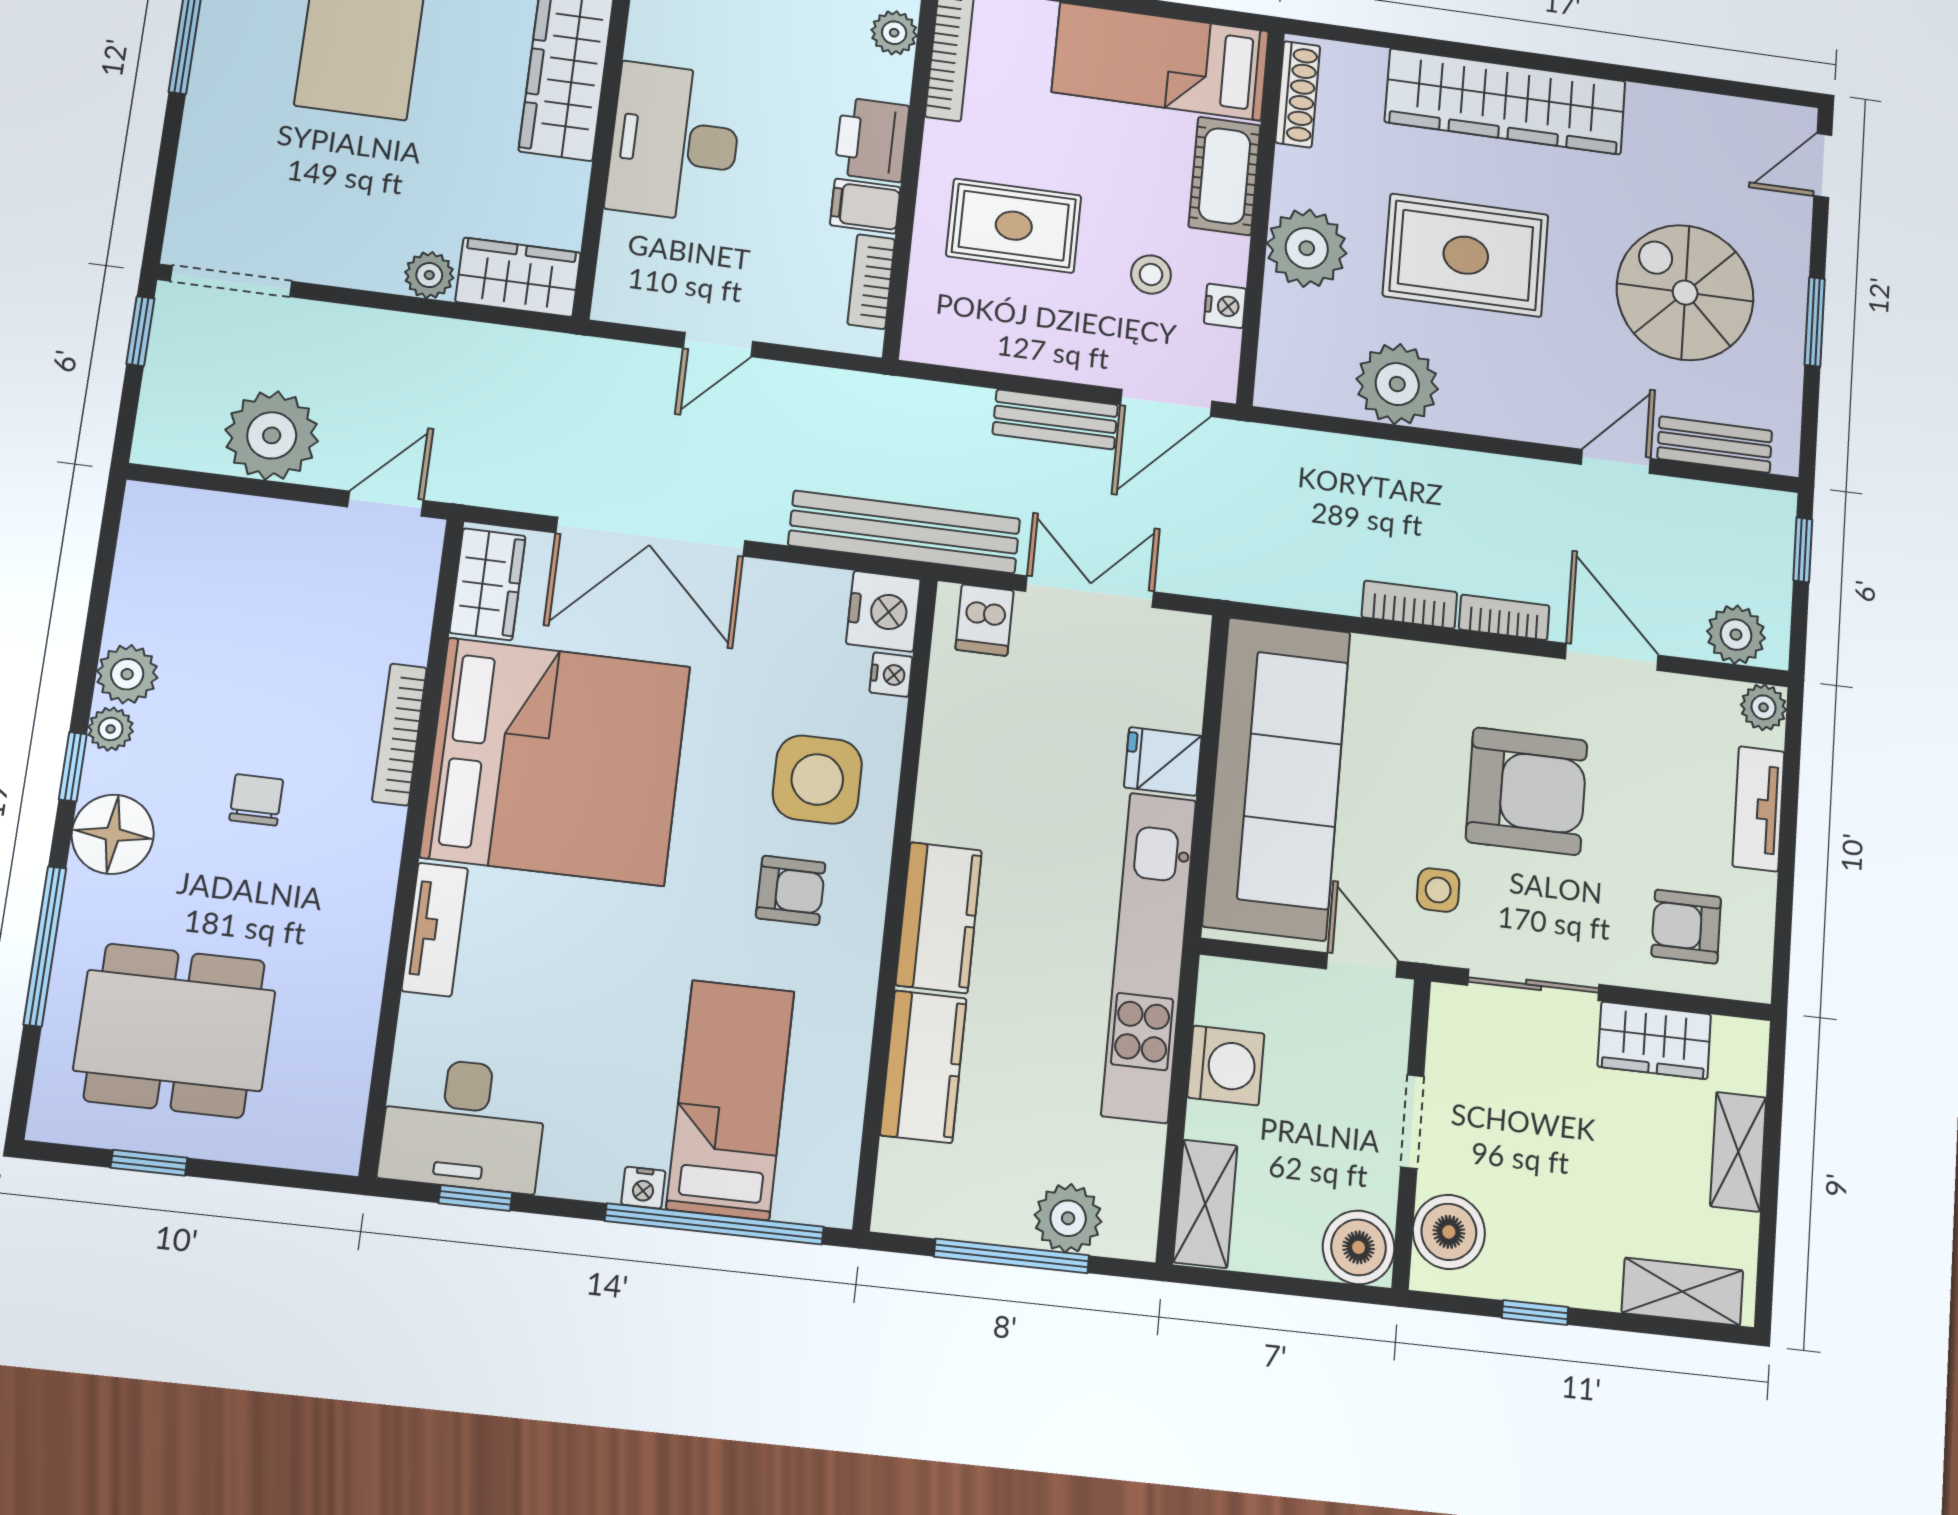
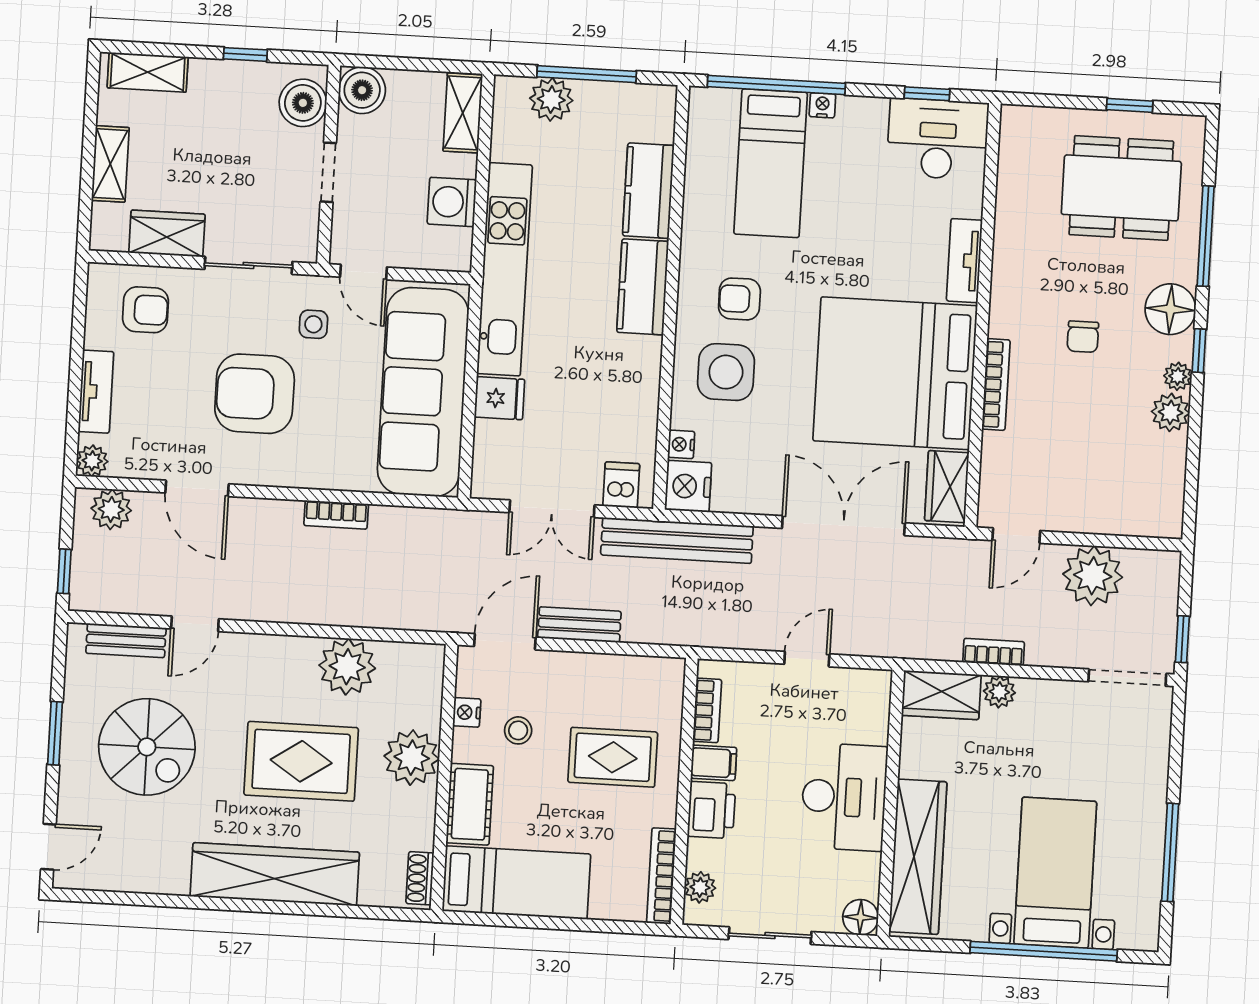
shoe rack: (1298, 94) -> (420, 878), width x0.70
bookcase: (1504, 617) -> (994, 652), moved, turned 180

